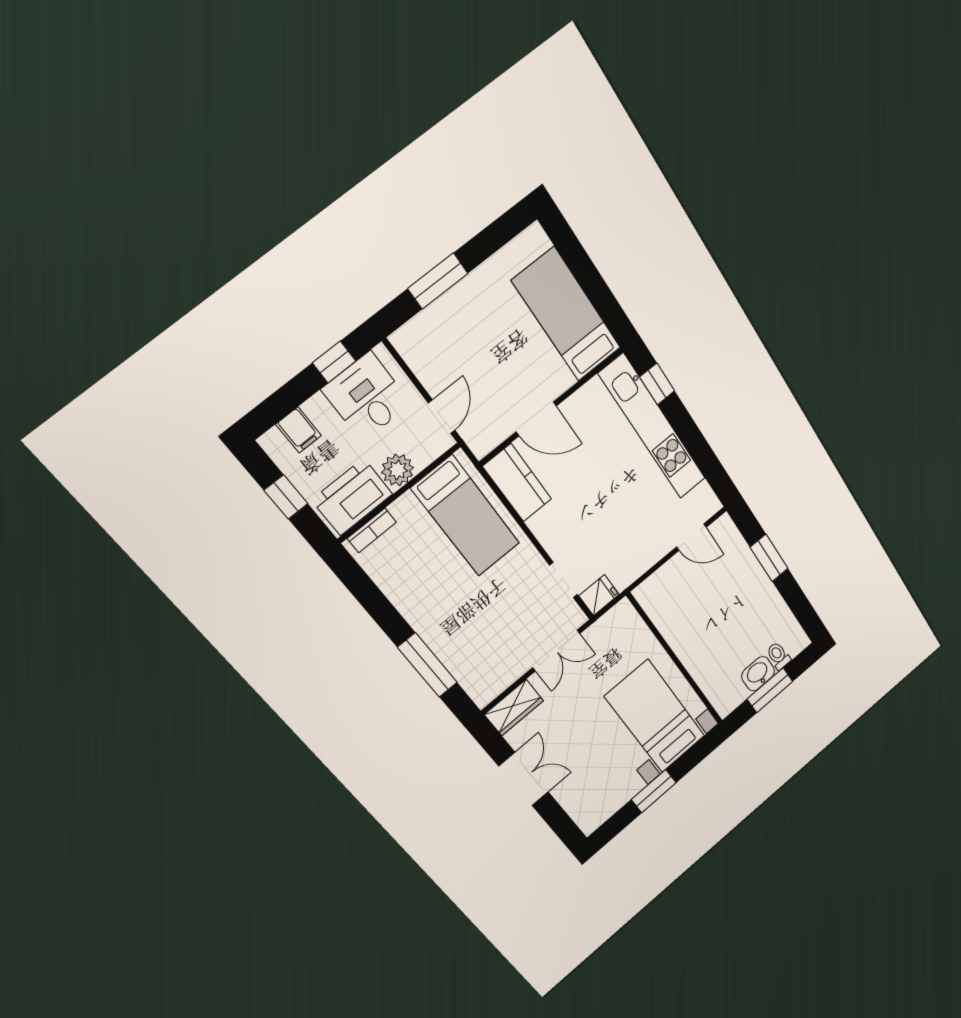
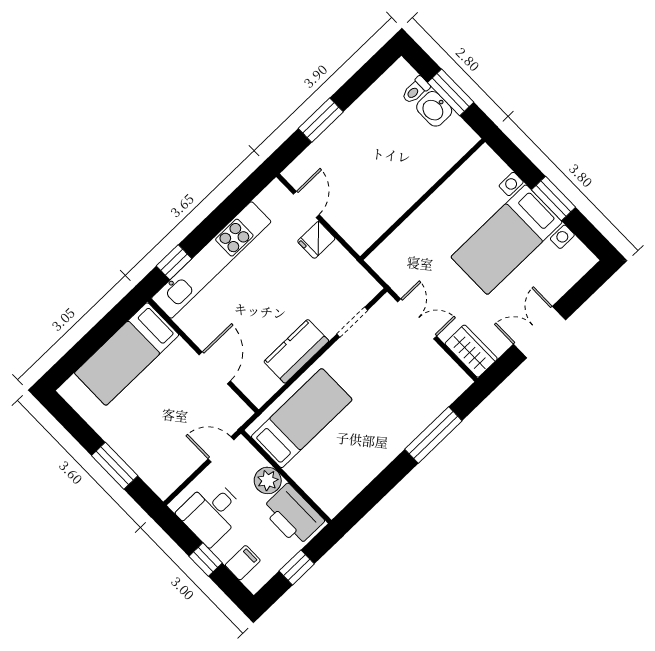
window: (334, 362) -> (206, 560), moved
kitchen counter: (517, 483) -> (296, 351), moved
bookcase: (372, 530) -> (319, 496), removed
fridge: (599, 595) -> (316, 240), moved, turned -90
bed with nightstands: (655, 716) -> (507, 240), moved

